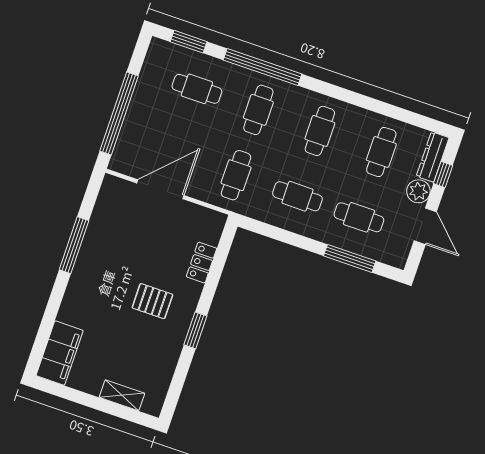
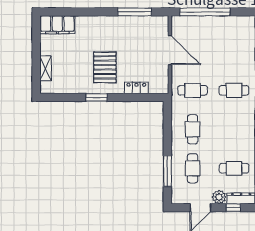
cafe table: (197, 89) -> (234, 51), removed
cafe table: (320, 131) -> (234, 129), removed
window: (74, 245) -> (135, 12), moved
pallet: (152, 301) -> (105, 67), width x1.50, depth x1.42

